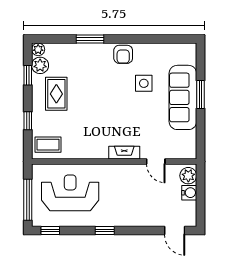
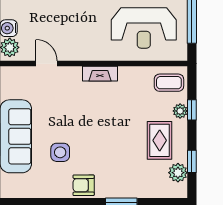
plant: (38, 49) -> (180, 111), moved
armchair: (123, 54) -> (84, 185), turned -90
fireplace: (124, 153) -> (100, 74), moved

